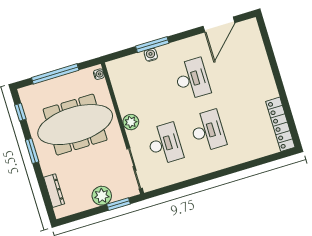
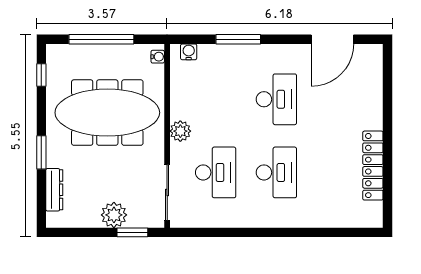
water cooler: (151, 55) -> (189, 52), moved
locker: (280, 124) -> (373, 166), moved
window: (32, 151) -> (41, 152), moved

